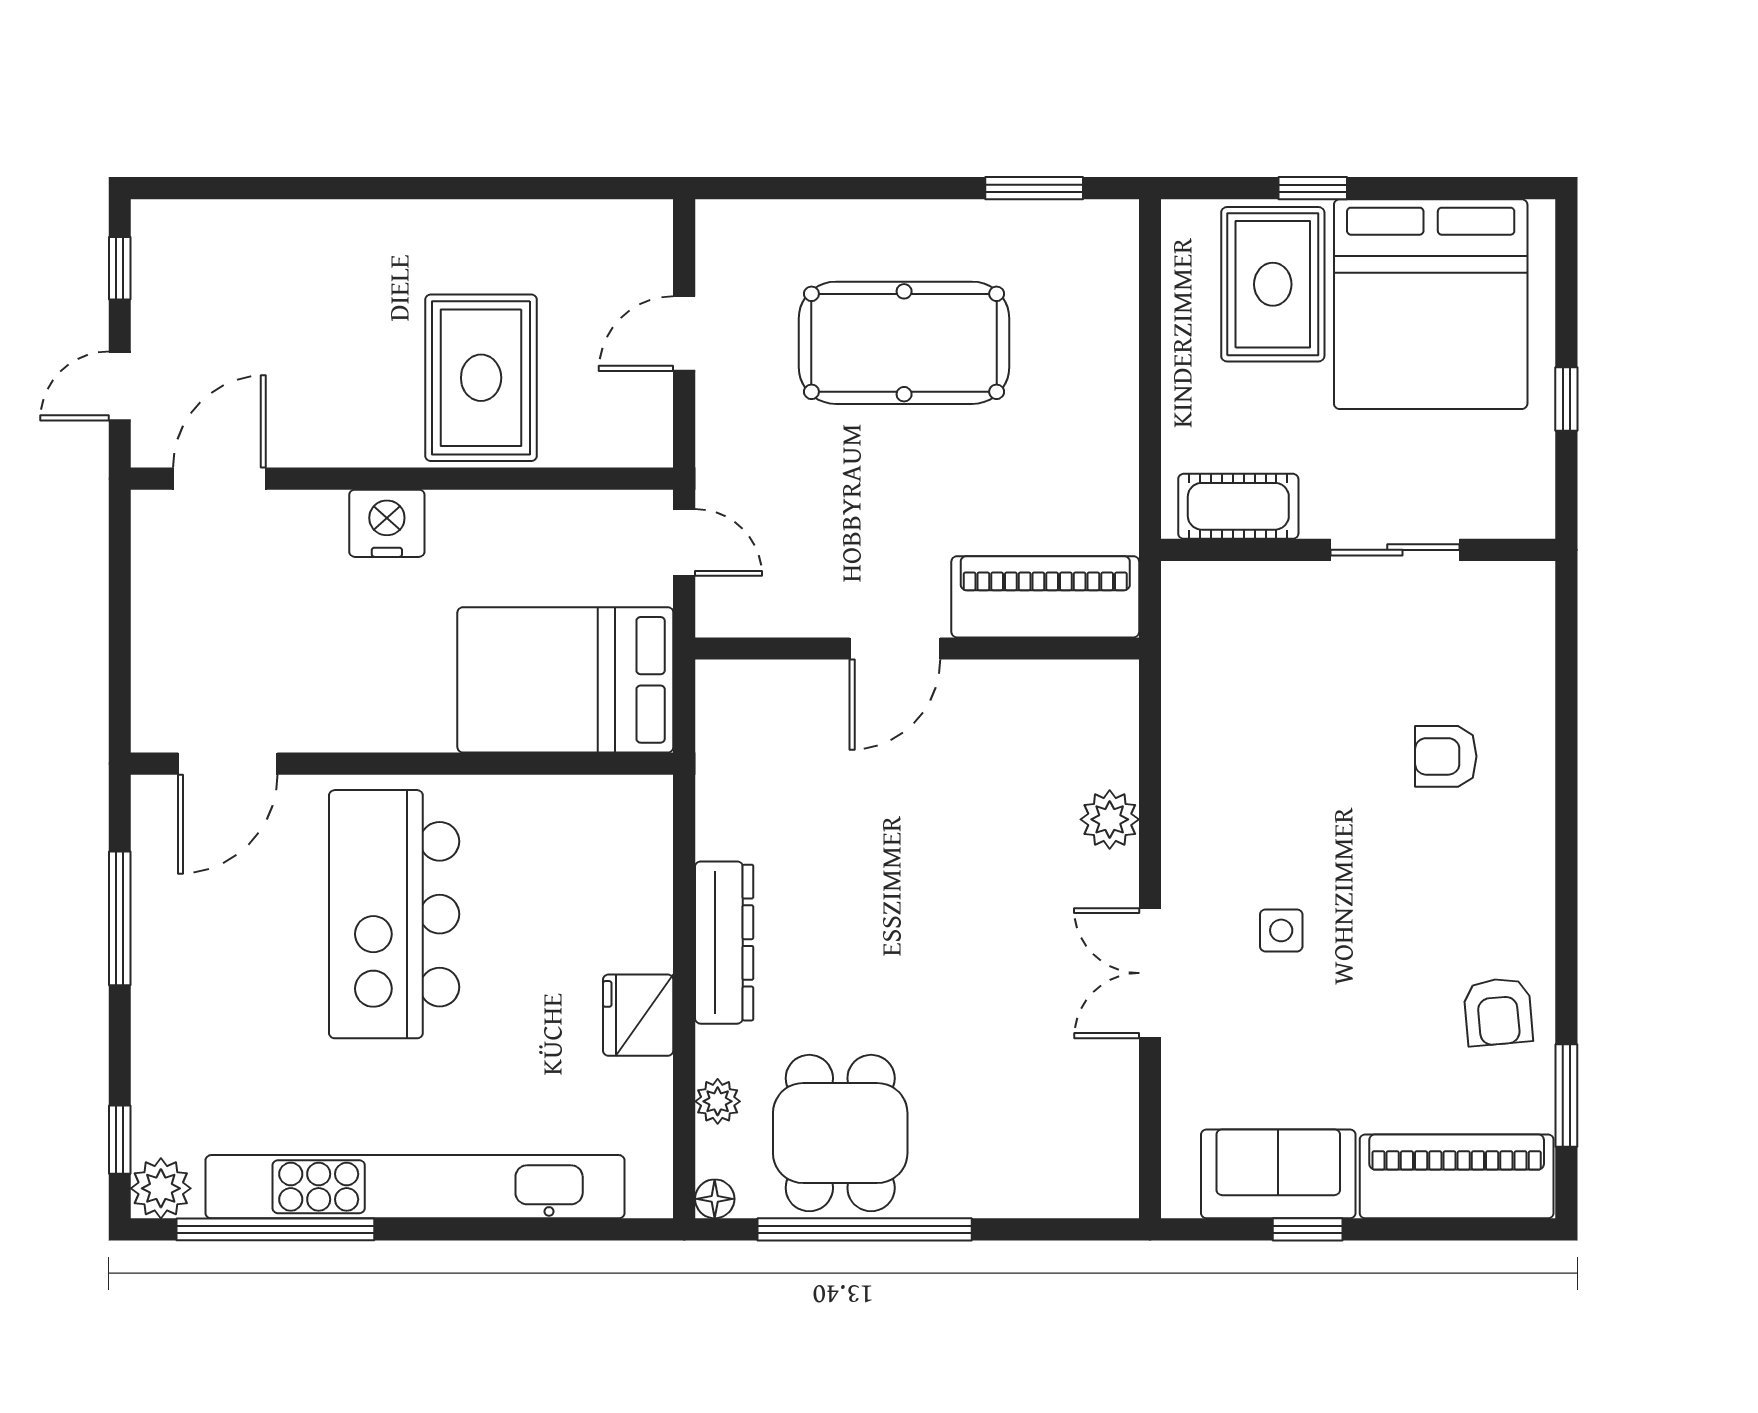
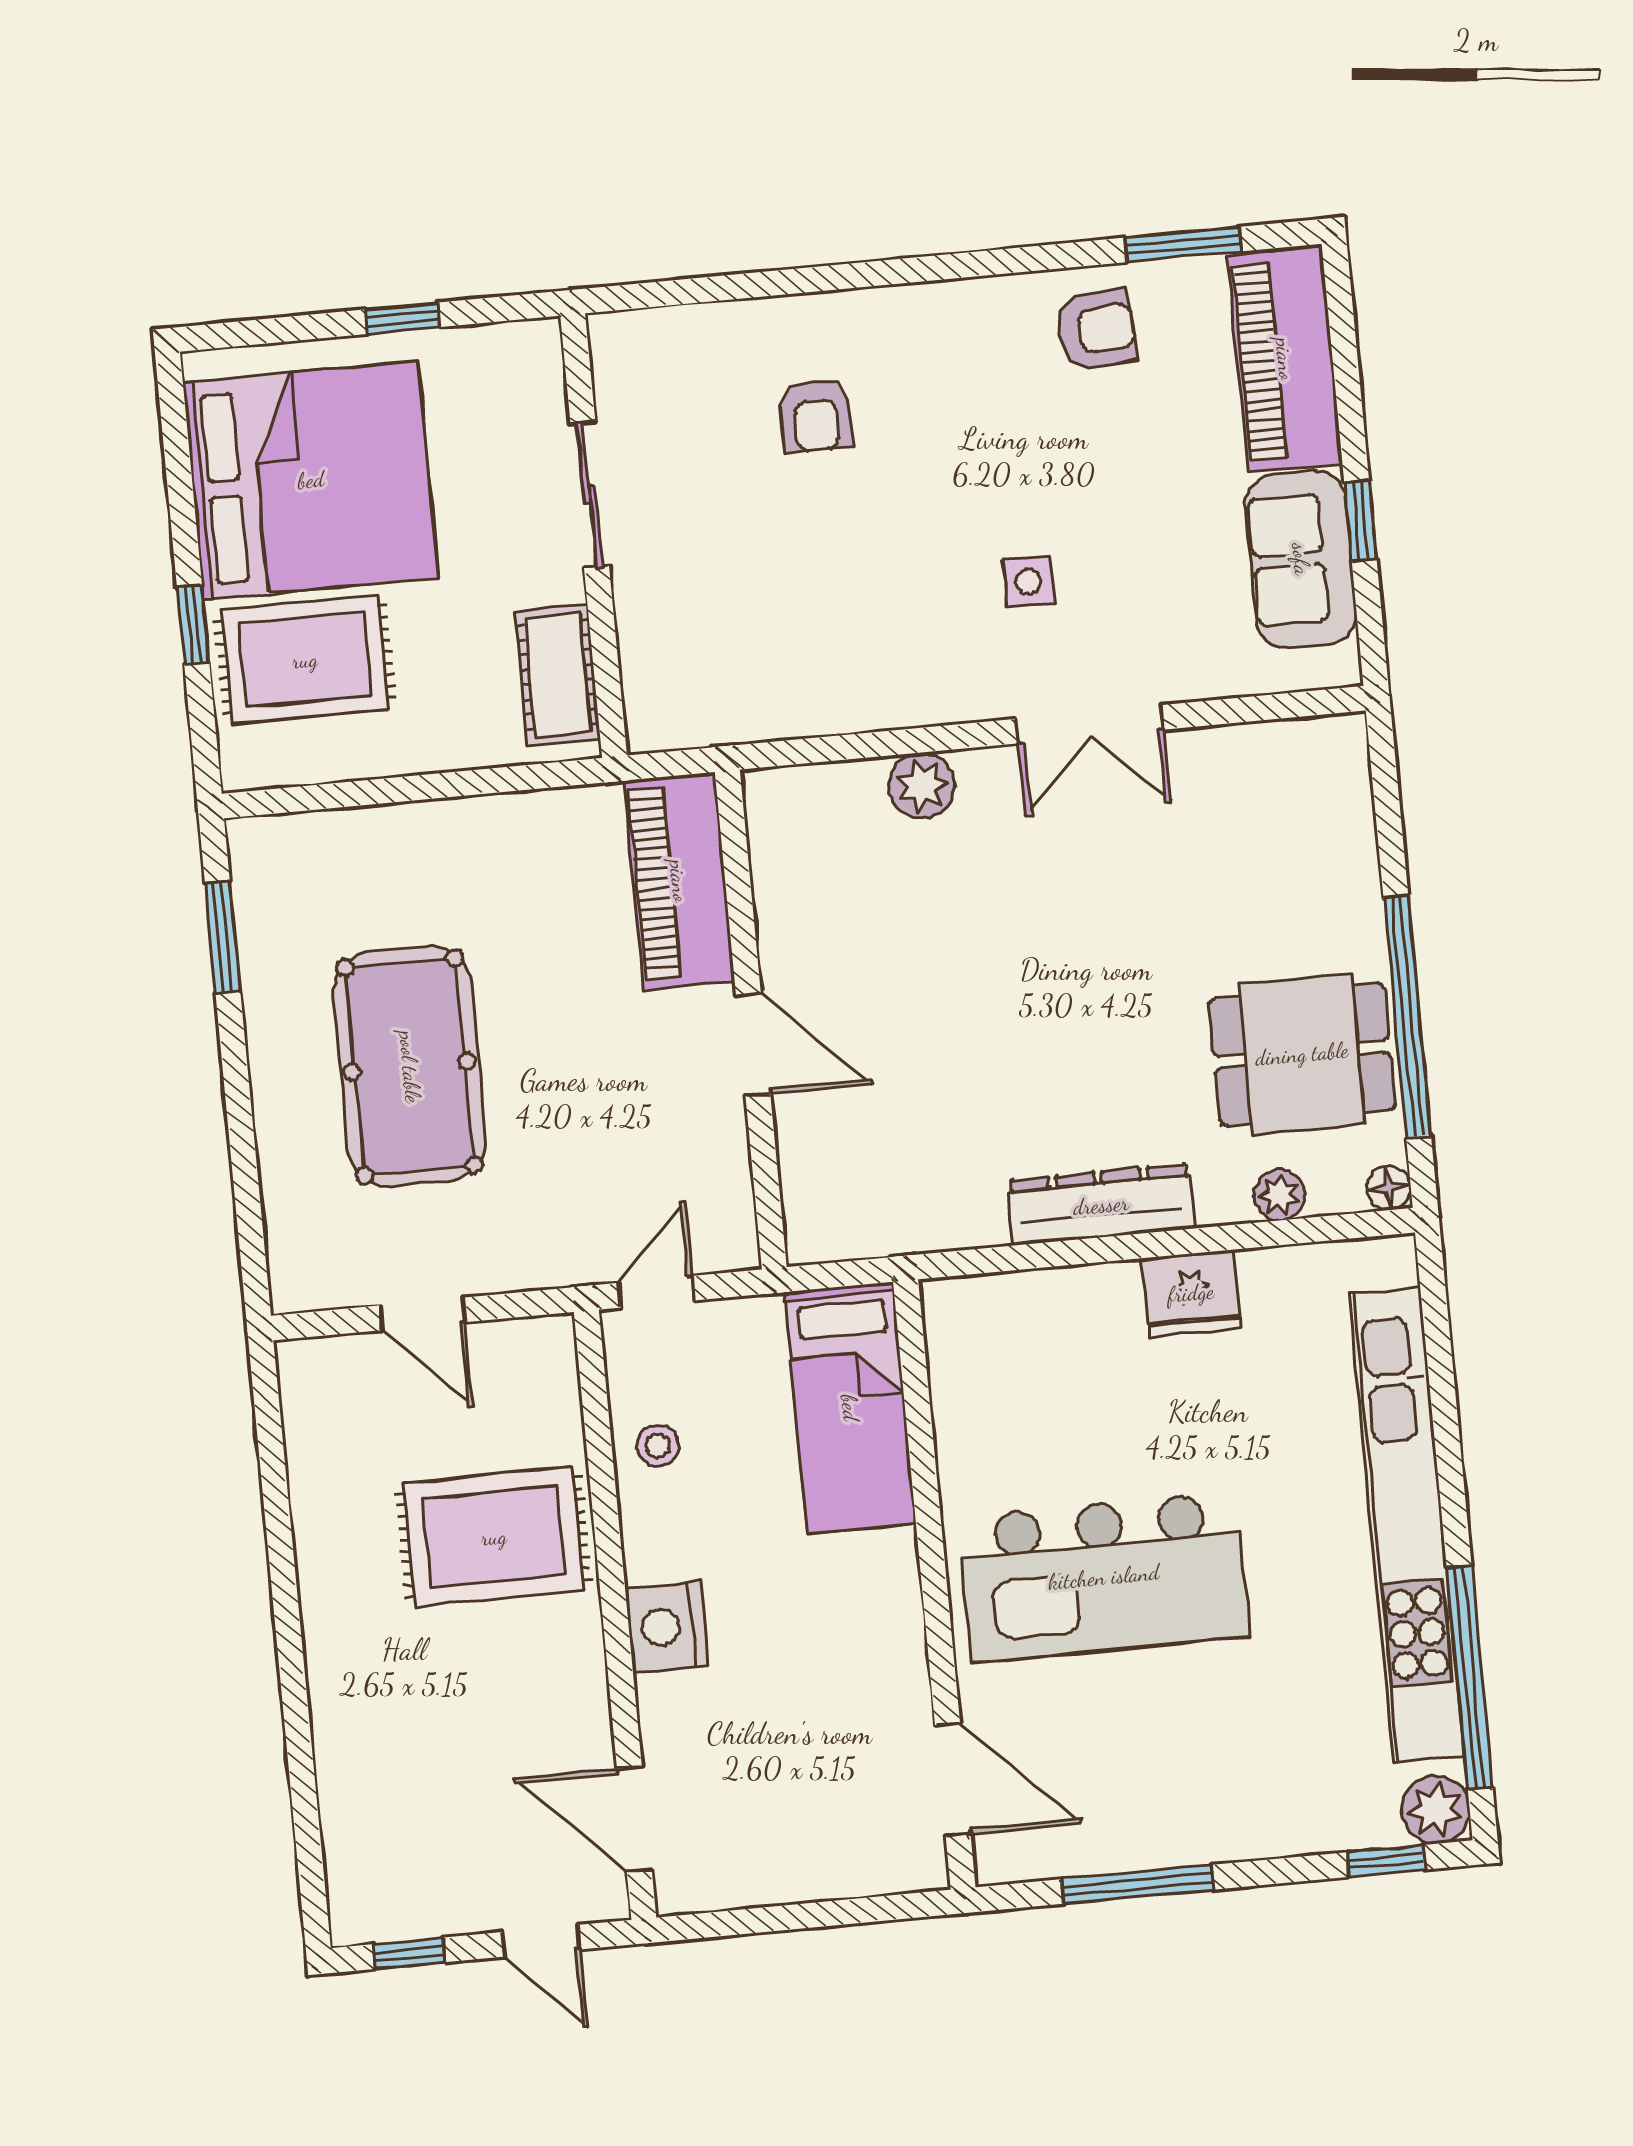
stool: (548, 530) -> (658, 1445), added
bed: (565, 680) -> (850, 1408), width x0.67

